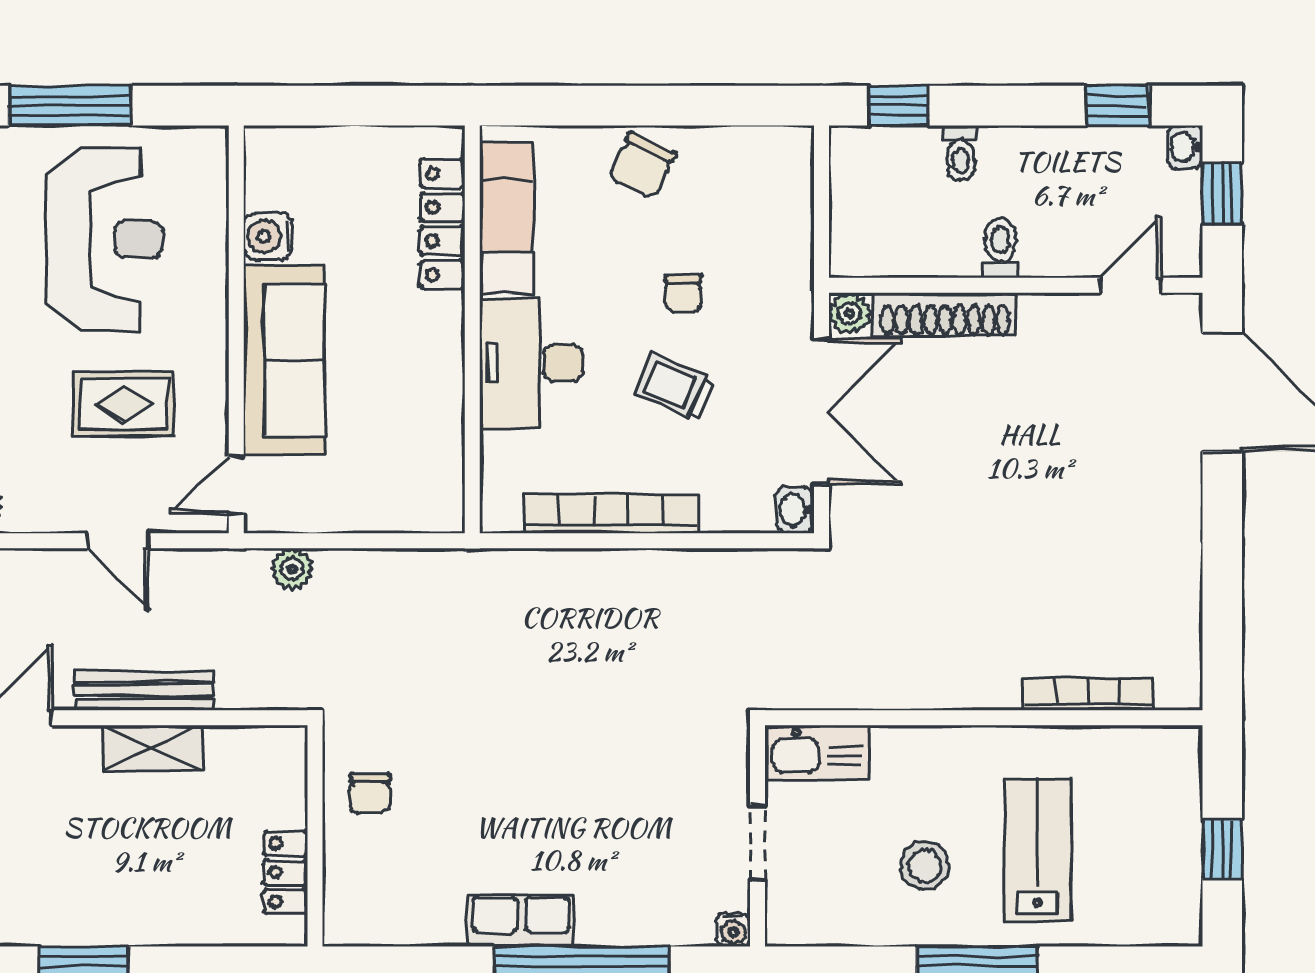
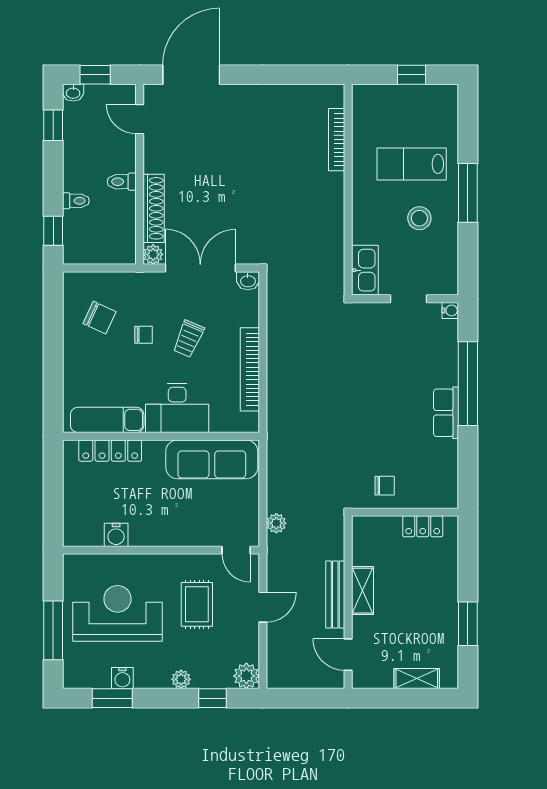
chair: (642, 166) -> (100, 318), moved
sofa: (284, 360) -> (212, 459), moved, turned 180

